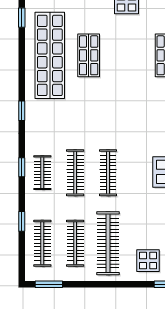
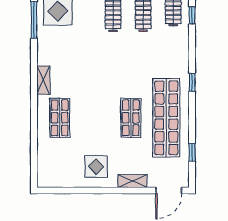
window: (22, 111) -> (192, 82), moved

